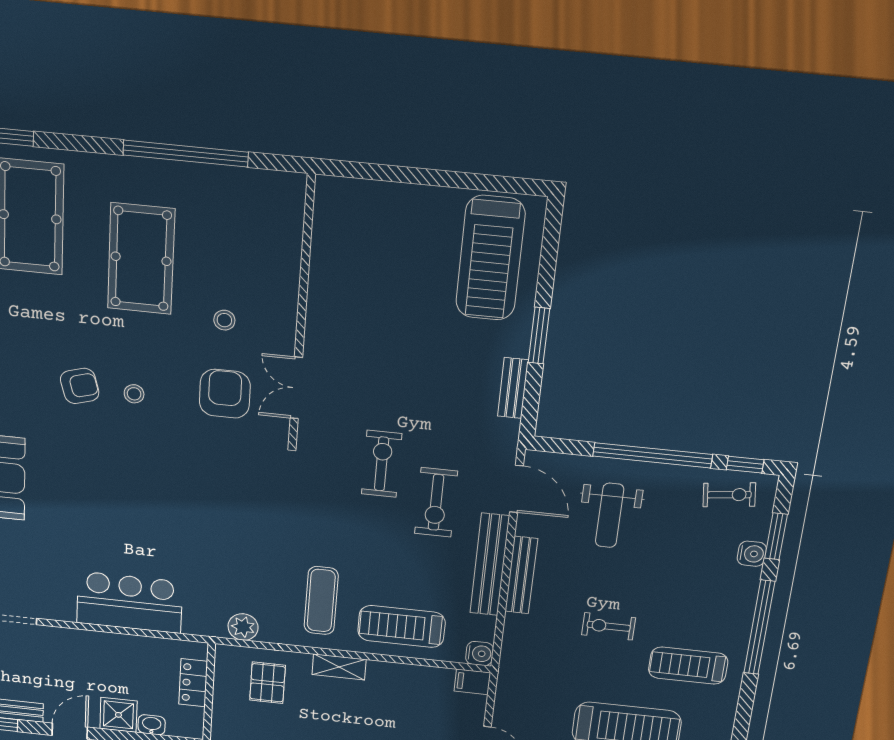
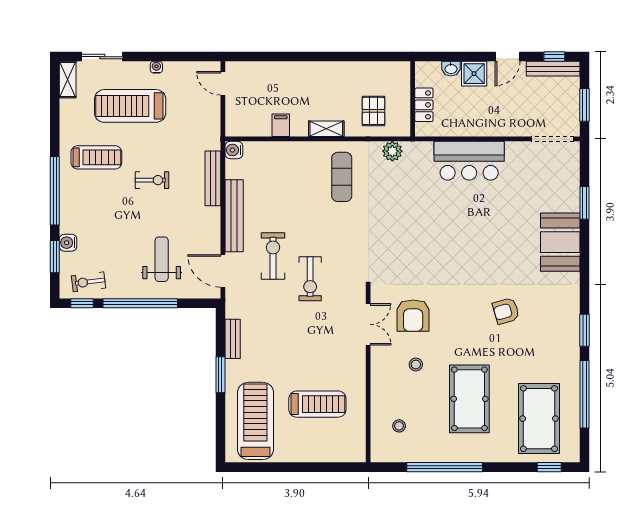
stool: (134, 394) -> (399, 426), moved
bench: (521, 575) -> (213, 178), moved
treadmill: (401, 626) -> (317, 404), moved
filing cabinet: (472, 682) -> (281, 125), moved, turned -90

